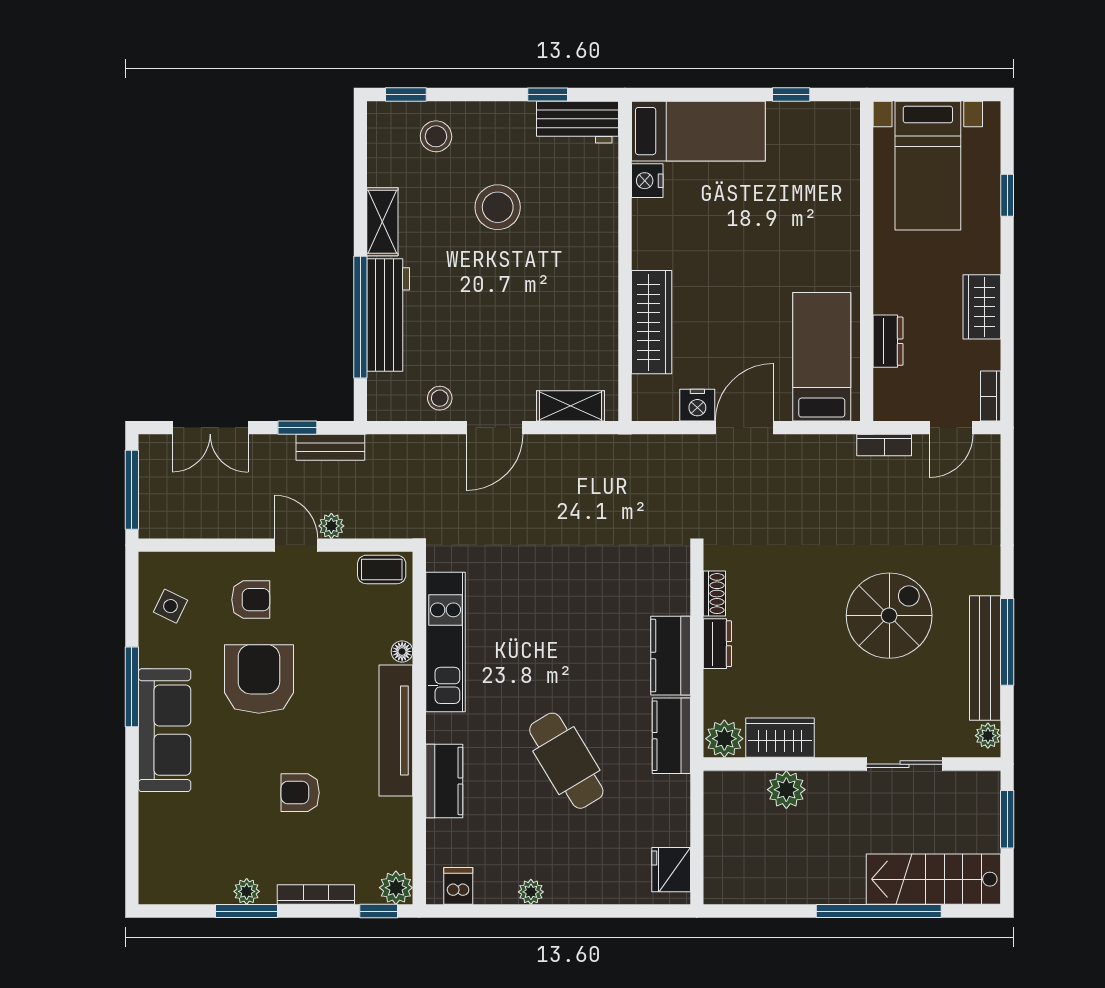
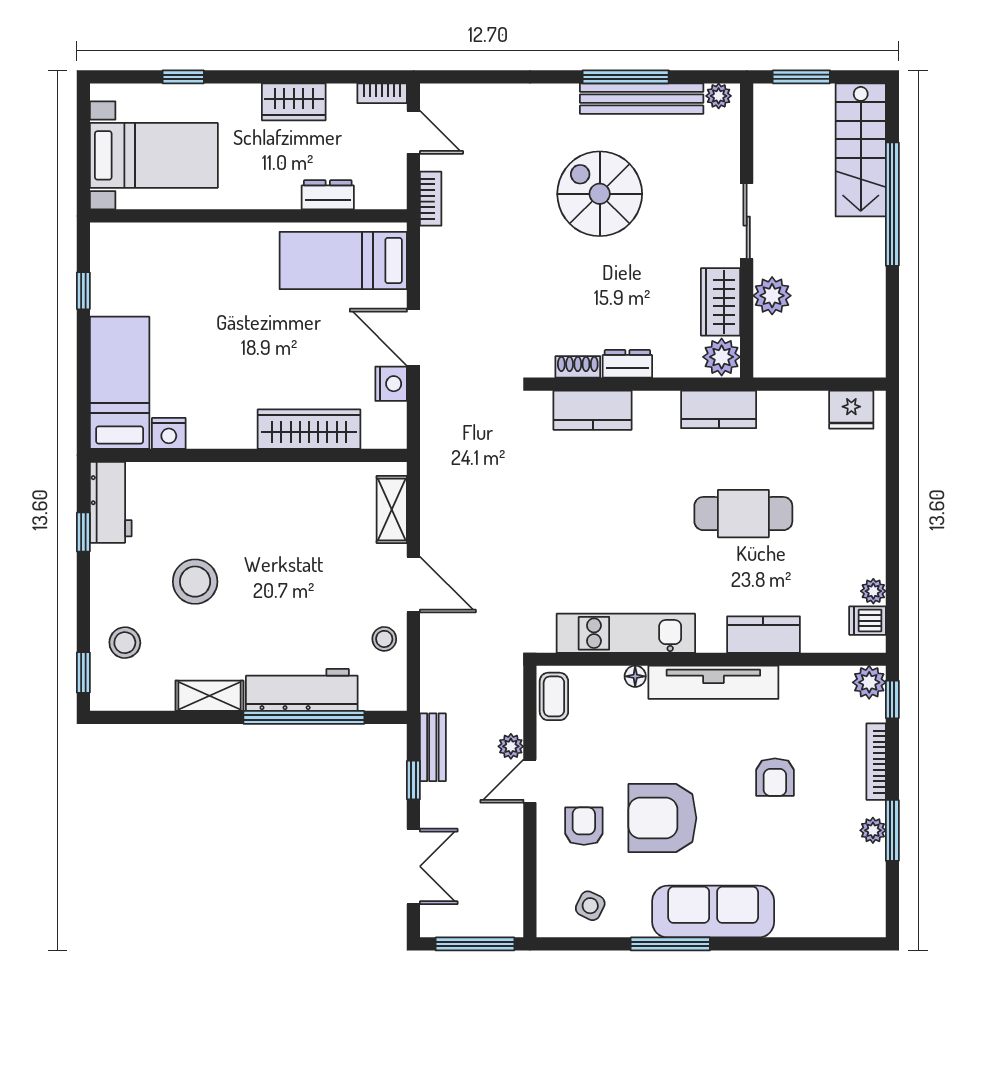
kitchen counter: (671, 656) -> (593, 410), moved
cafe table: (566, 761) -> (743, 514), turned 31
sliding door: (904, 764) -> (747, 221), moved
plant: (531, 892) -> (873, 591), moved

